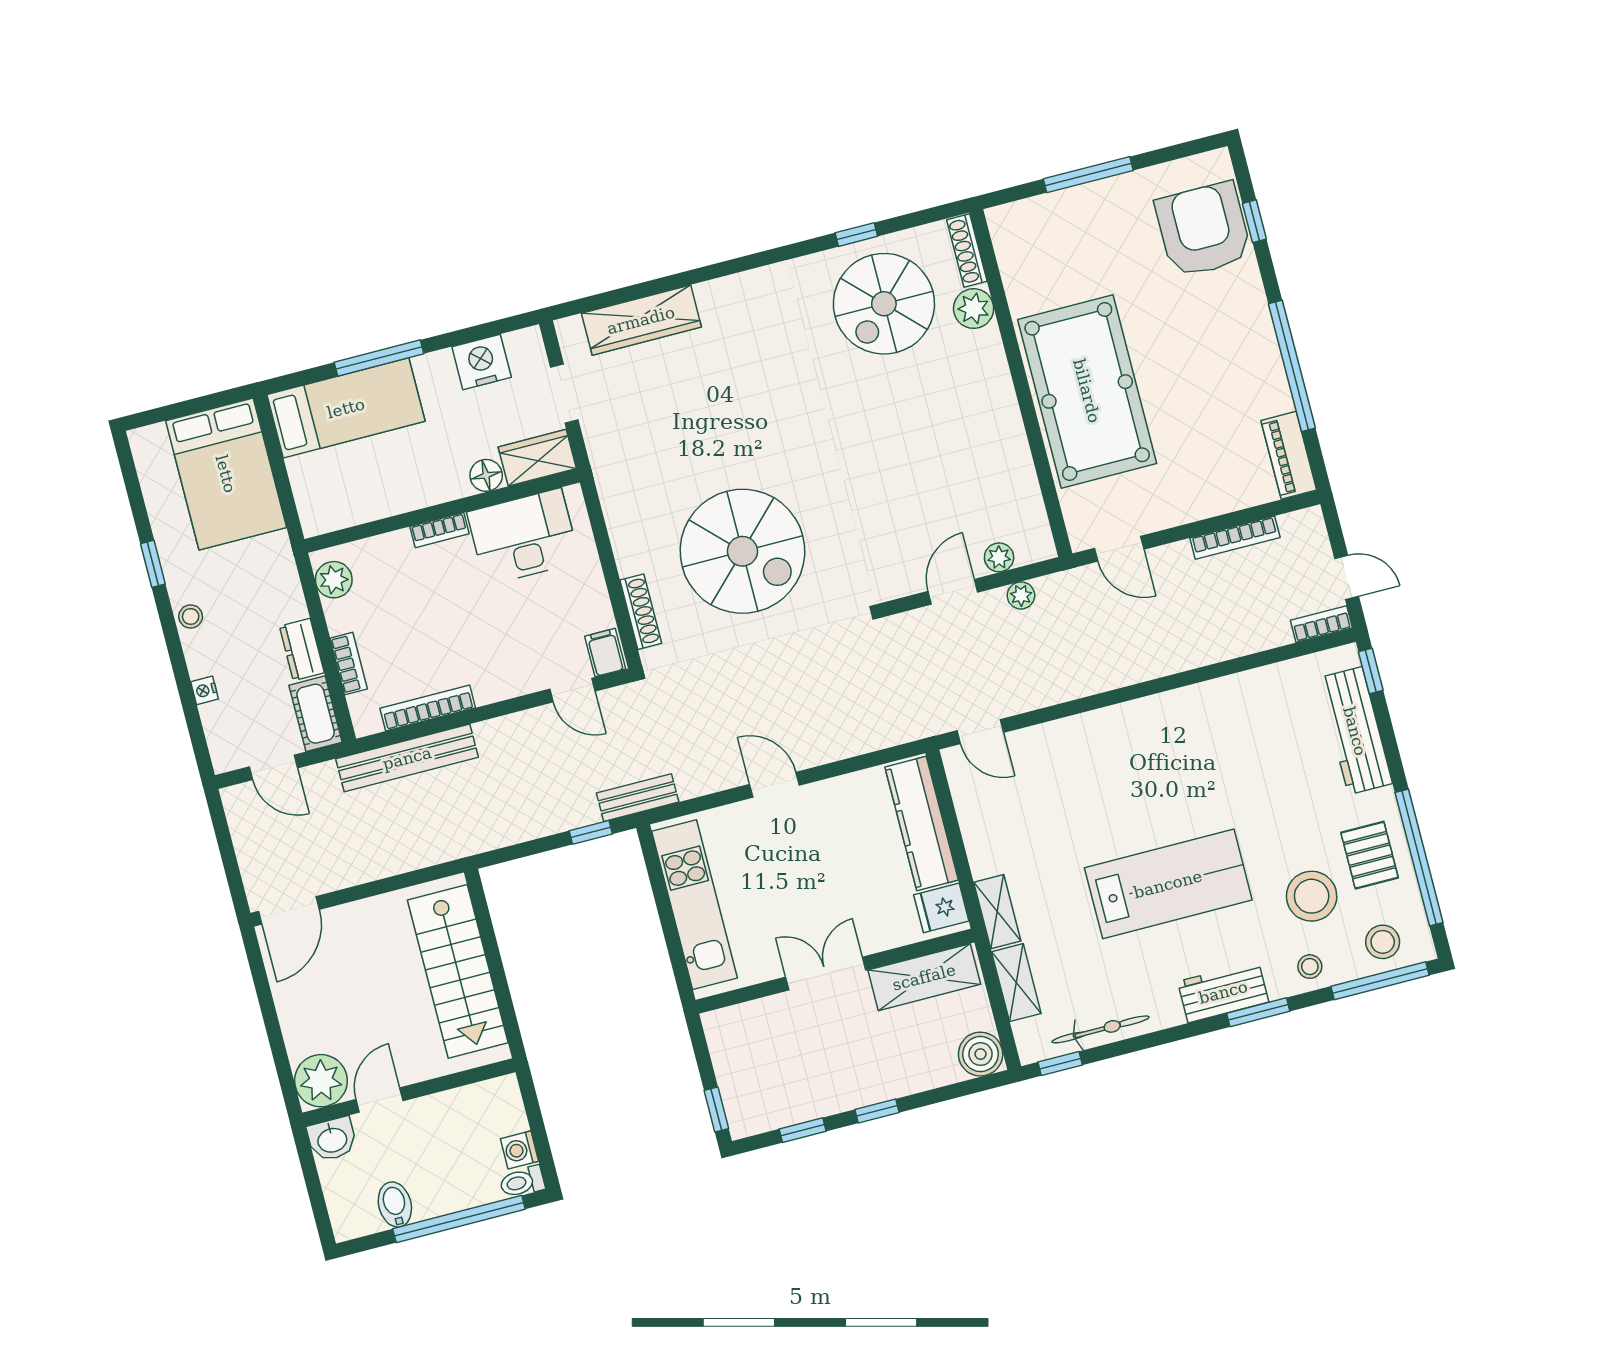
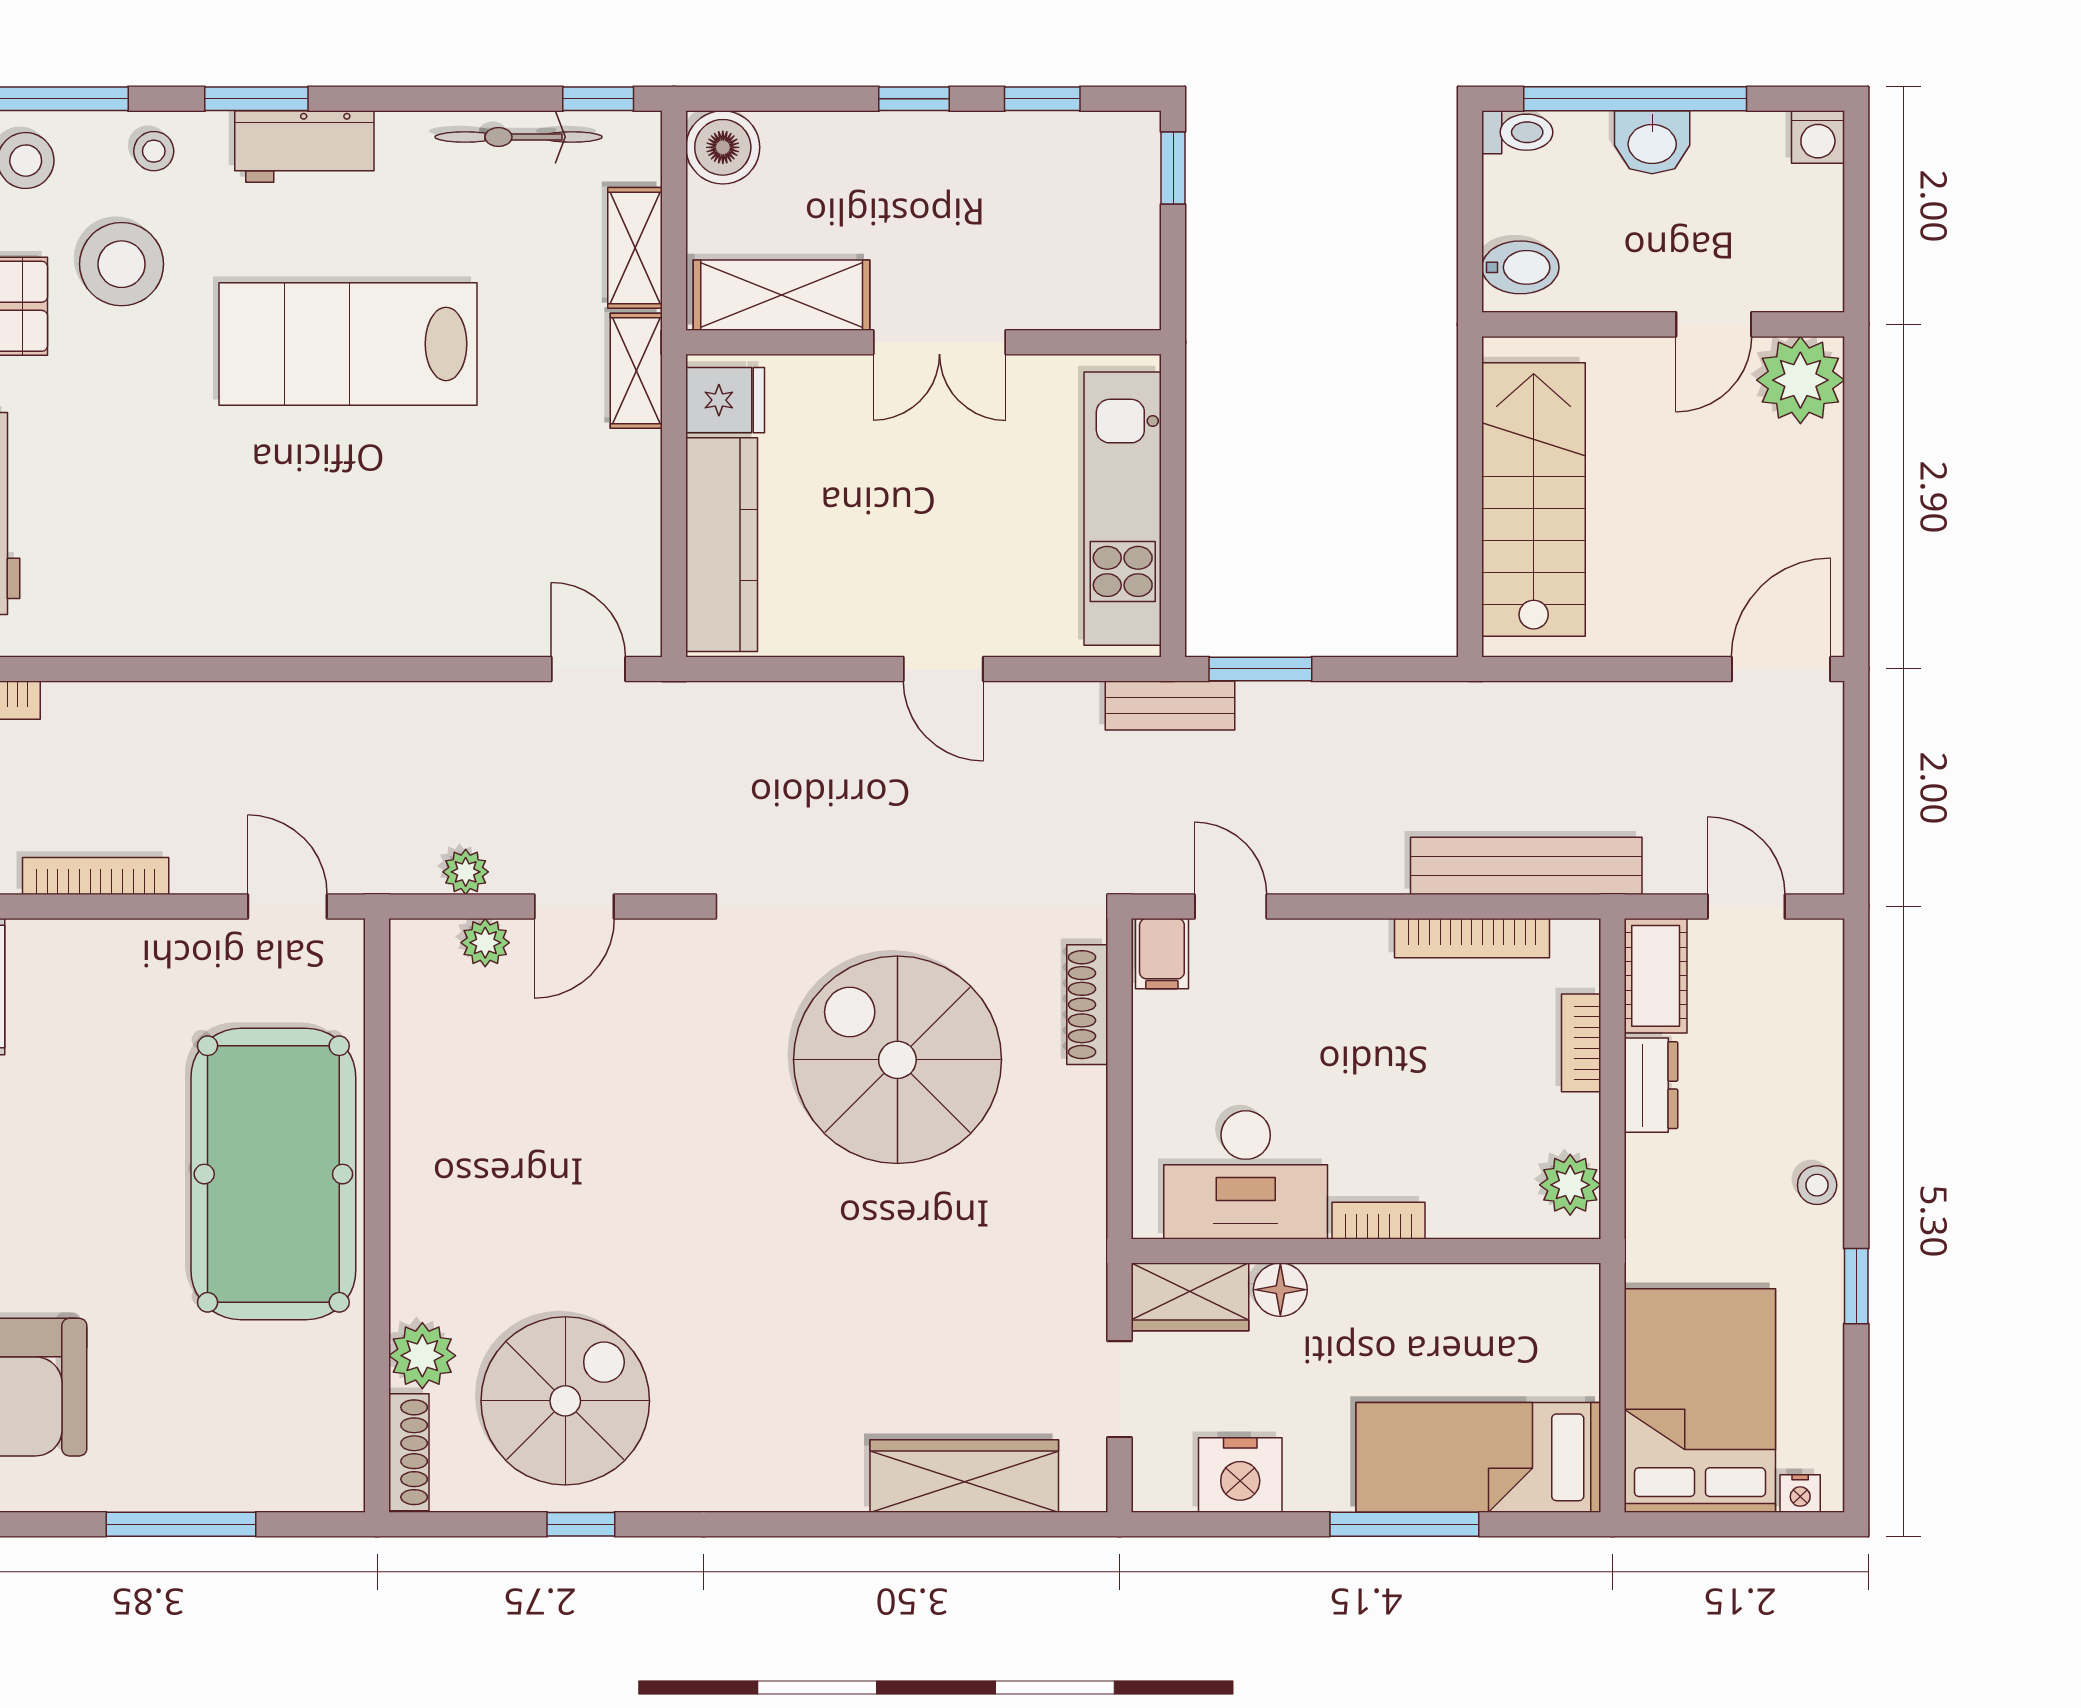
nightstand: (205, 690) -> (1800, 1494), moved, turned 90
window: (591, 832) -> (1260, 669), width x1.50
washbasin: (332, 1139) -> (1652, 142), moved, turned 180
washing machine: (520, 1150) -> (1818, 137), moved, turned 90
bidet: (395, 1204) -> (1520, 267), moved, turned -90

